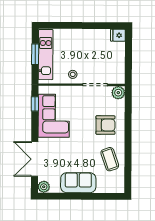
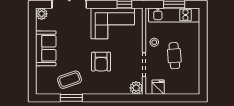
fridge: (118, 35) -> (158, 87), moved
cafe table: (86, 54) -> (174, 56), added
armchair: (105, 125) -> (101, 62), moved
window: (128, 158) -> (71, 98), added

